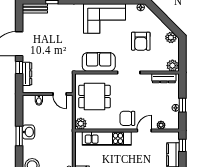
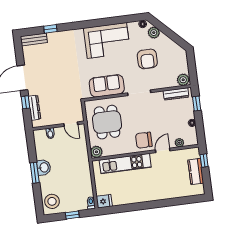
plant: (171, 38) -> (154, 33), moved
dining table: (94, 96) -> (107, 122), turned 90
window: (182, 105) -> (197, 104), moved

